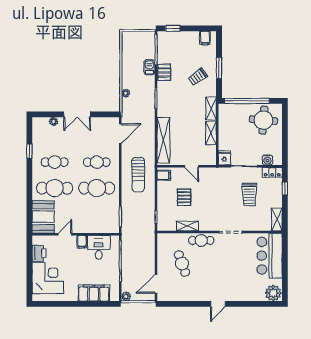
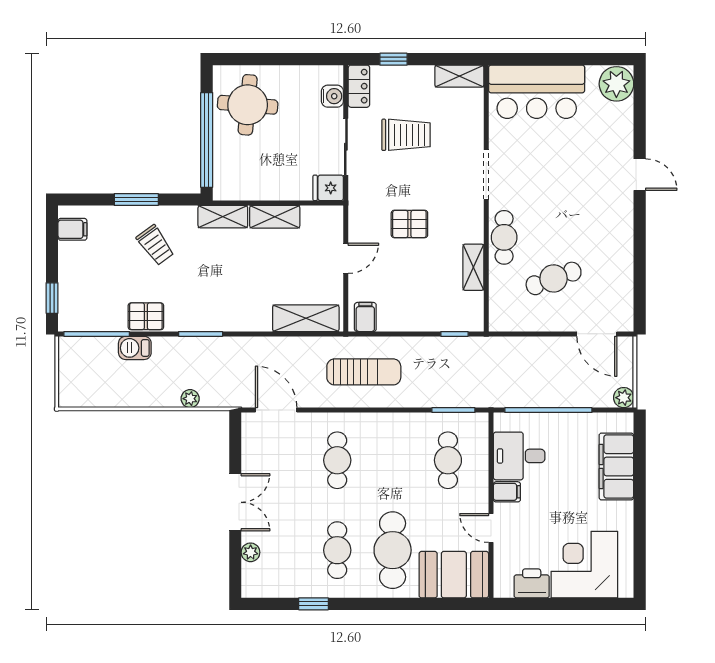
shelving: (163, 140) -> (306, 318), width x0.68
cafe table: (97, 188) -> (448, 460), moved, width x0.73, depth x0.74
pallet: (184, 197) -> (409, 224), moved
door: (218, 304) -> (640, 175), moved

